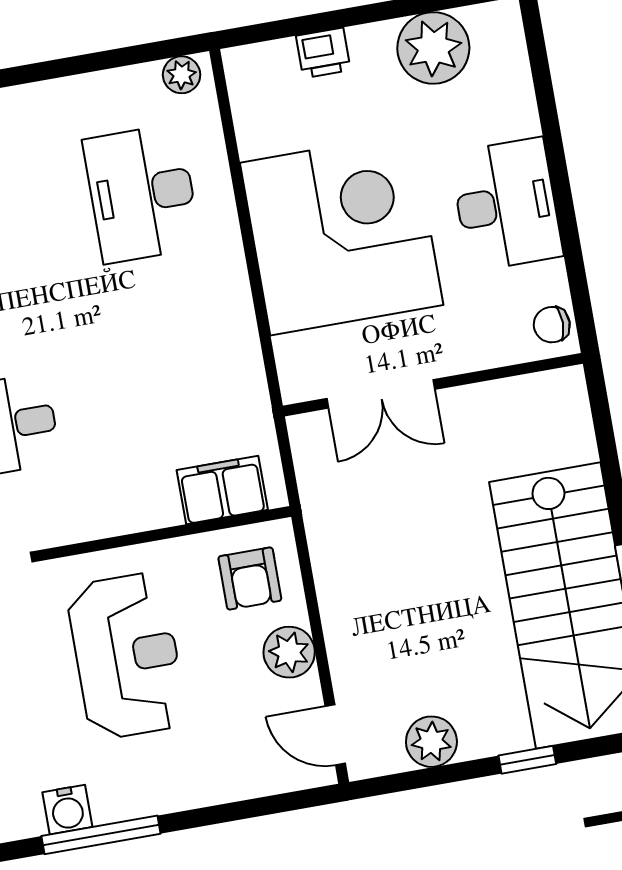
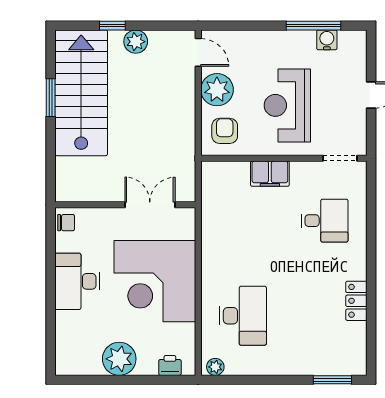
plant: (433, 48) -> (119, 359), moved
printer: (323, 53) -> (170, 365), moved
filing cabinet: (222, 490) -> (270, 174), moved
plant: (289, 652) -> (217, 90), width x1.36, depth x1.36
plant: (431, 742) -> (136, 42), moved

